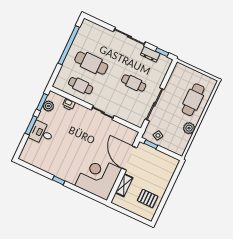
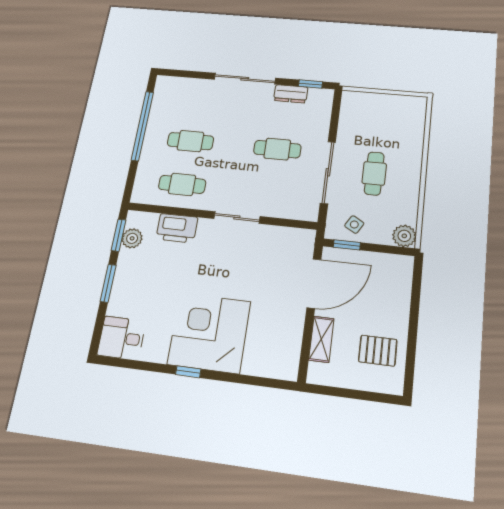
cafe table: (91, 63) -> (190, 141), width x0.73, depth x0.74
cafe table: (193, 100) -> (374, 173), moved, width x0.73, depth x0.74
printer: (69, 104) -> (177, 228), width x1.87, depth x1.48
plant: (189, 128) -> (404, 236), moved
desk: (41, 133) -> (122, 338), moved
door: (129, 158) -> (314, 283), swing flipped
corner desk: (98, 177) -> (209, 333), moved

